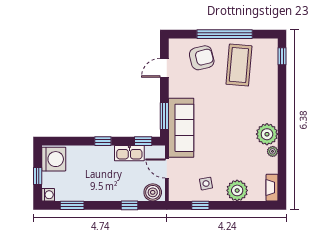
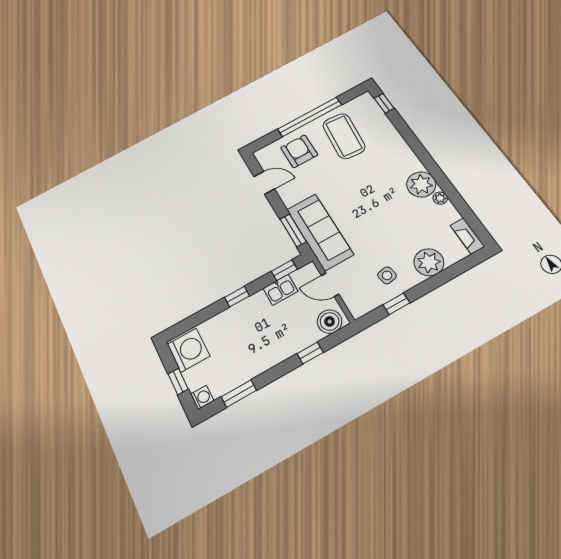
armchair: (202, 58) -> (299, 151), turned -76
door: (164, 68) -> (264, 183), swing flipped
kitchen sink: (129, 153) -> (280, 290), width x0.73

